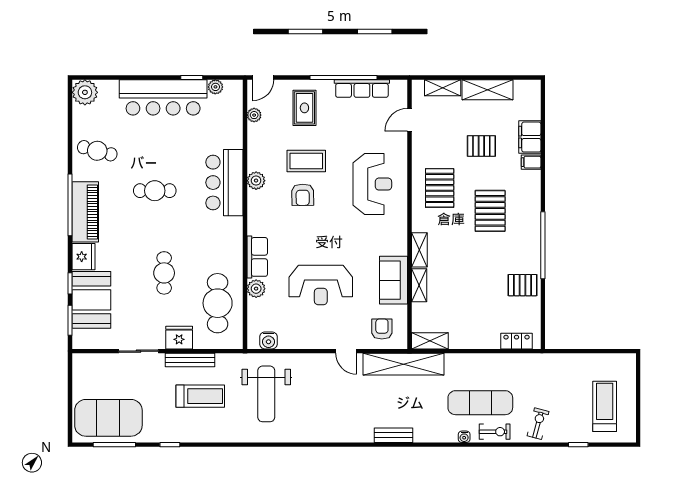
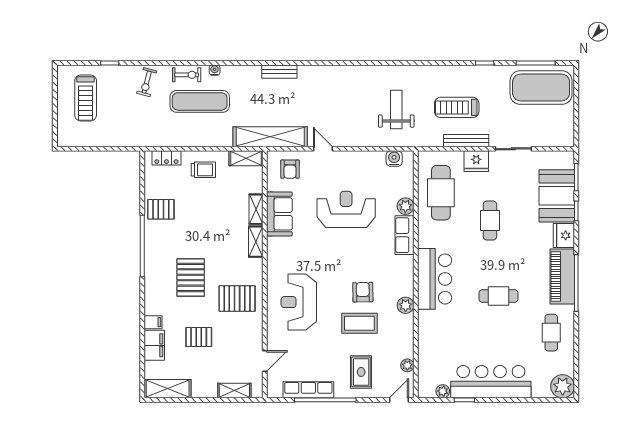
shelving: (487, 90) -> (168, 389), moved
cafe table: (97, 151) -> (551, 333), turned 75
bar counter: (224, 183) -> (435, 279), moved
pallet: (440, 188) -> (237, 299), turned 90
trolley: (476, 328) -> (203, 170), added
weight bench: (266, 394) -> (396, 109), width x0.73, depth x0.75
exercise bike: (495, 432) -> (187, 75), turned 180

